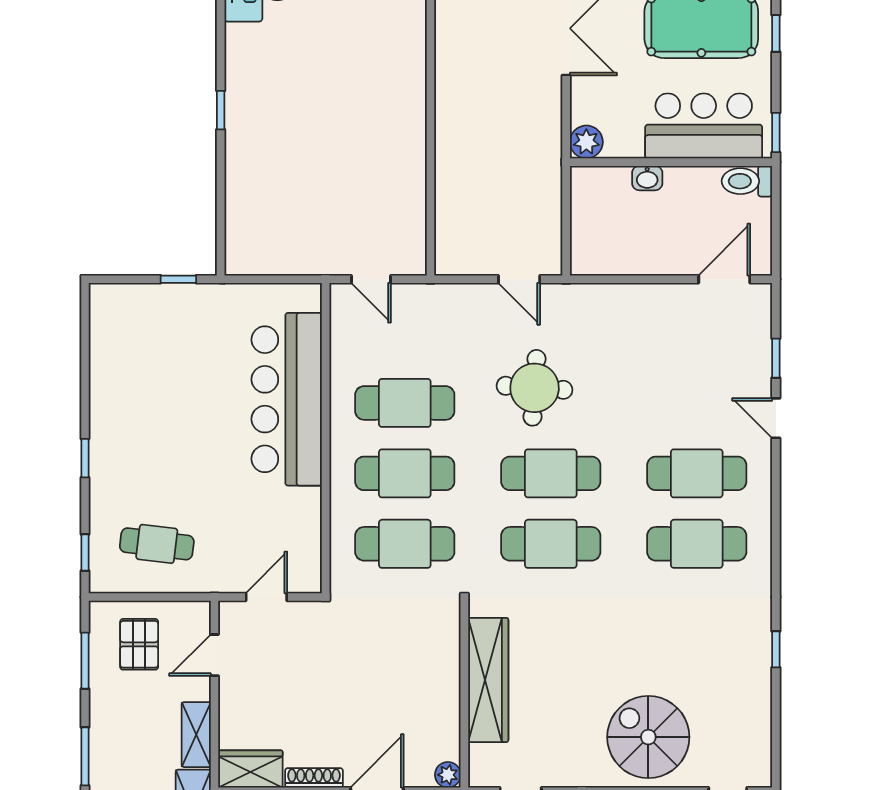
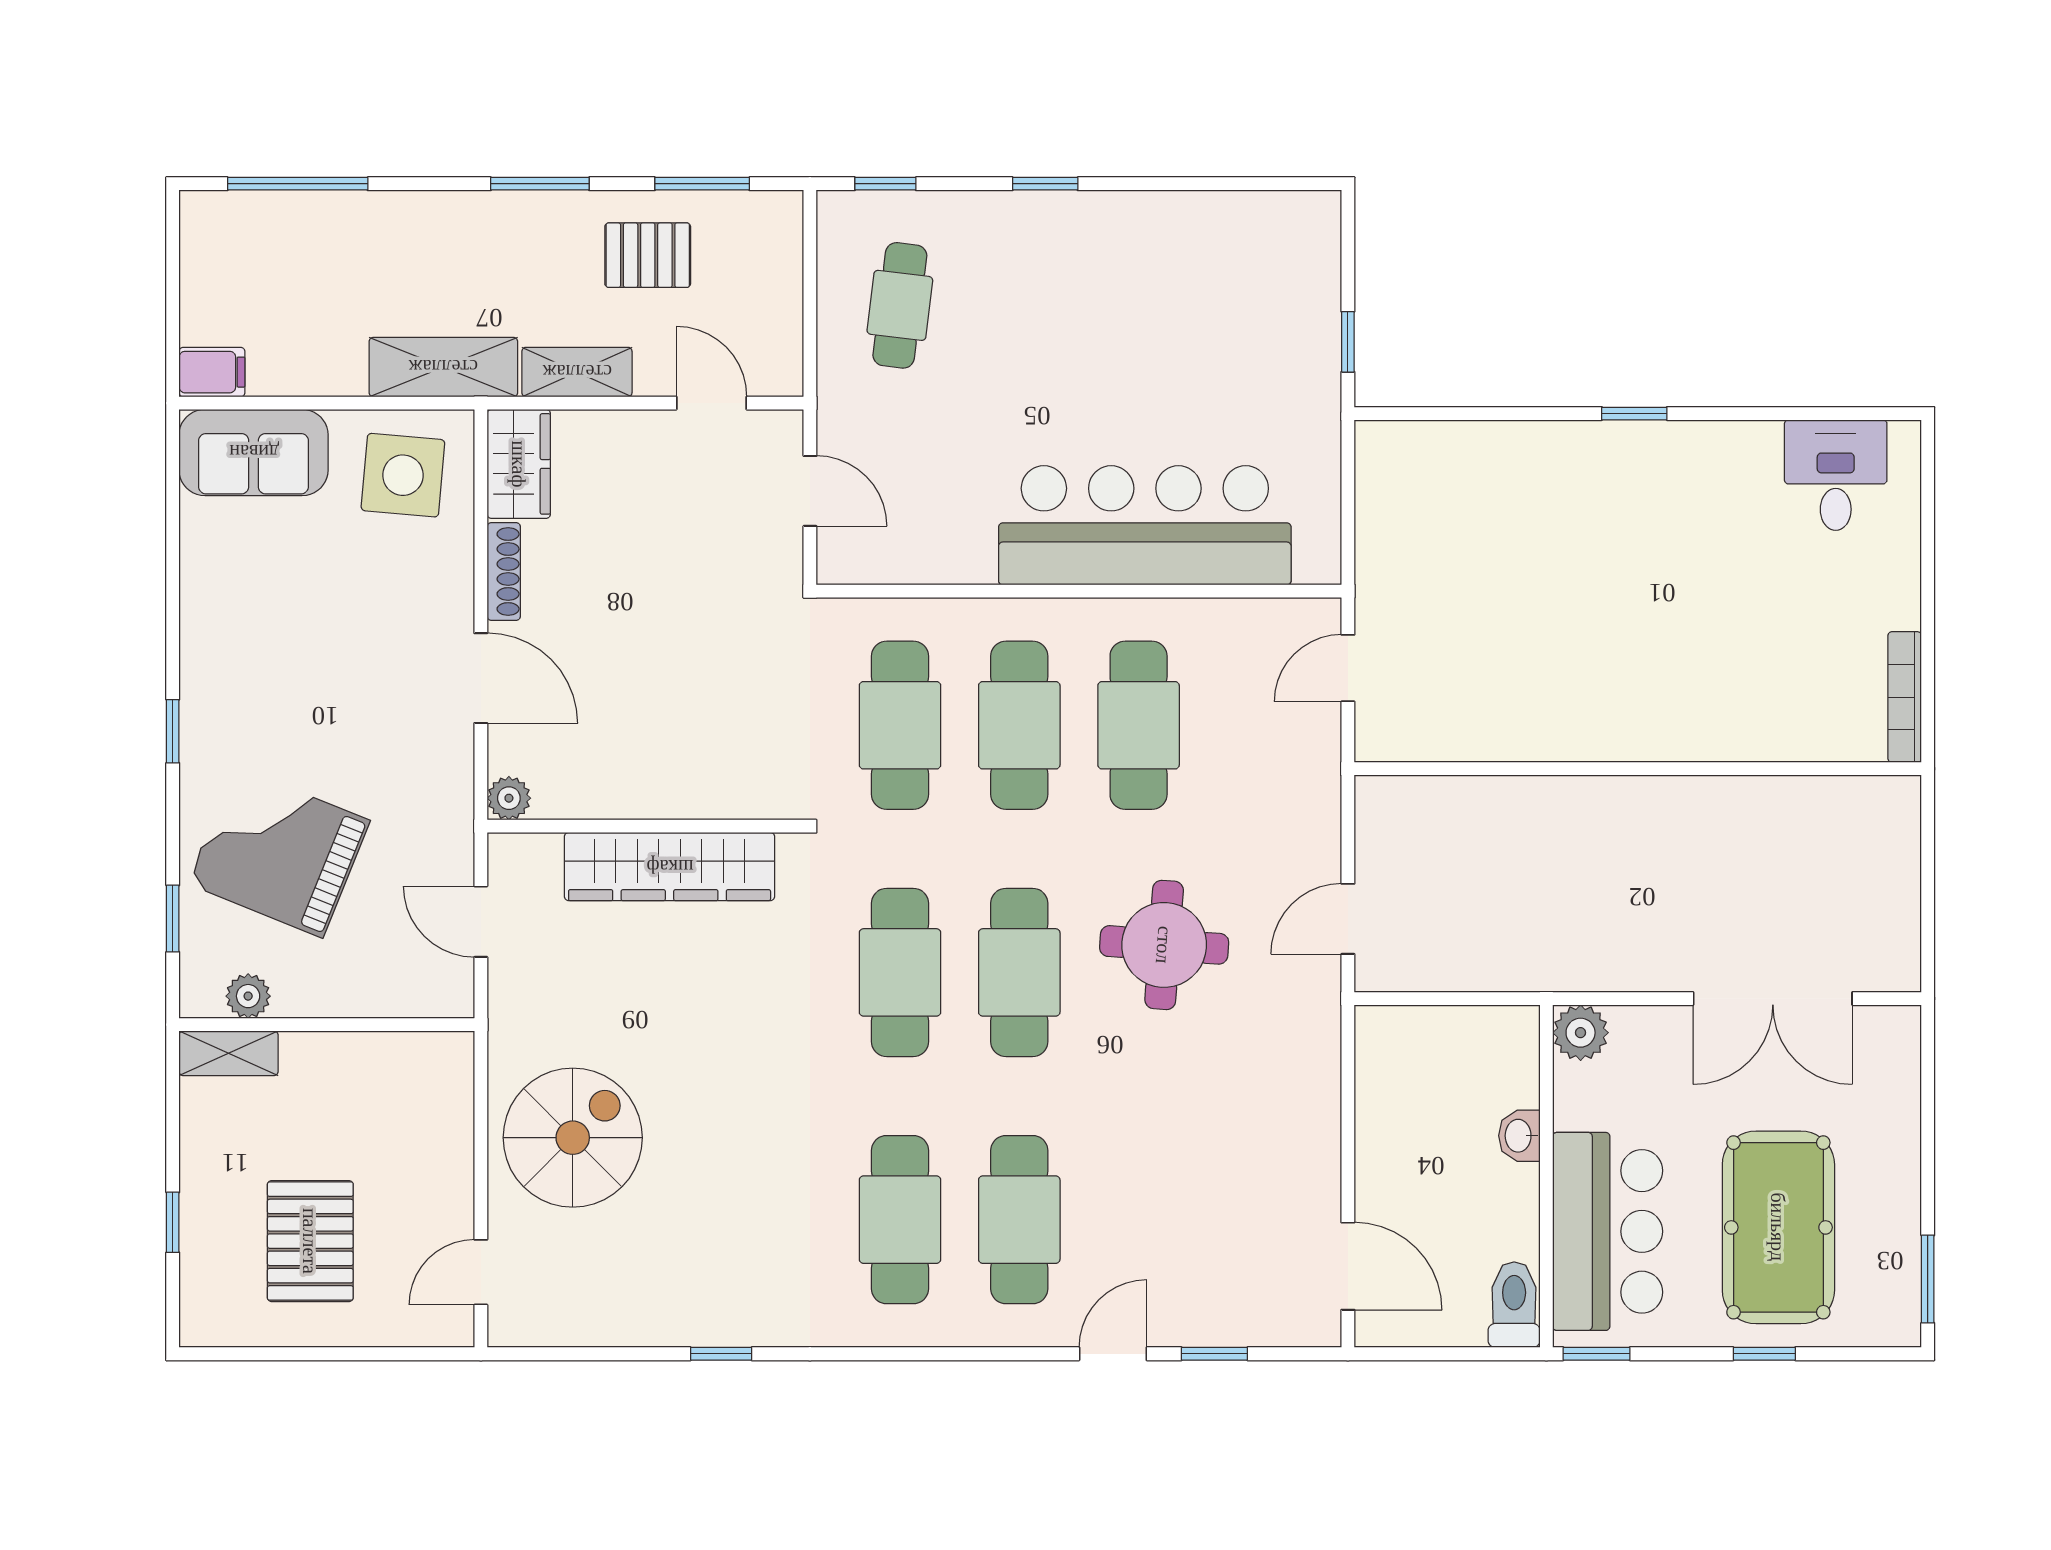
pallet: (139, 644) -> (648, 255), moved

